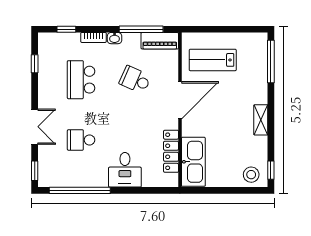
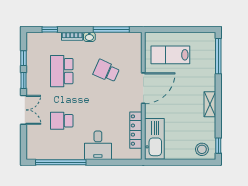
piano: (160, 41) -> (127, 39), removed
window: (35, 171) -> (24, 80), moved

